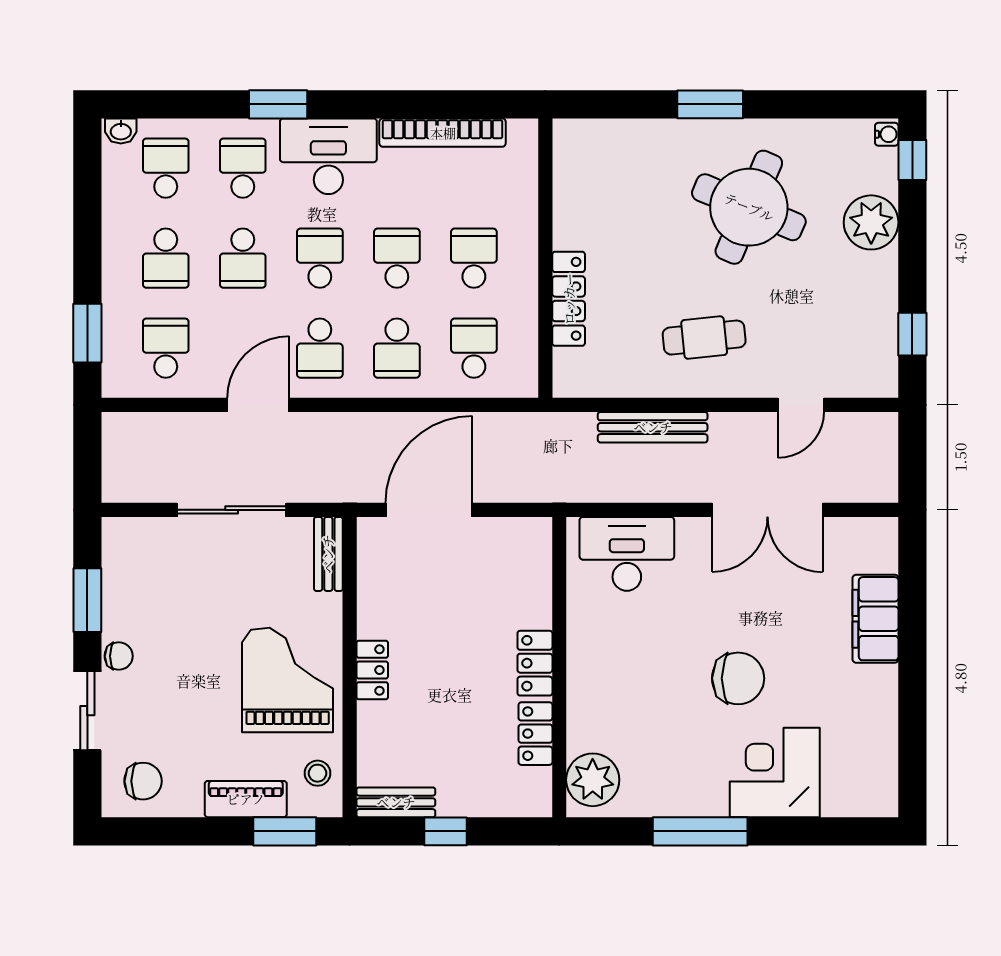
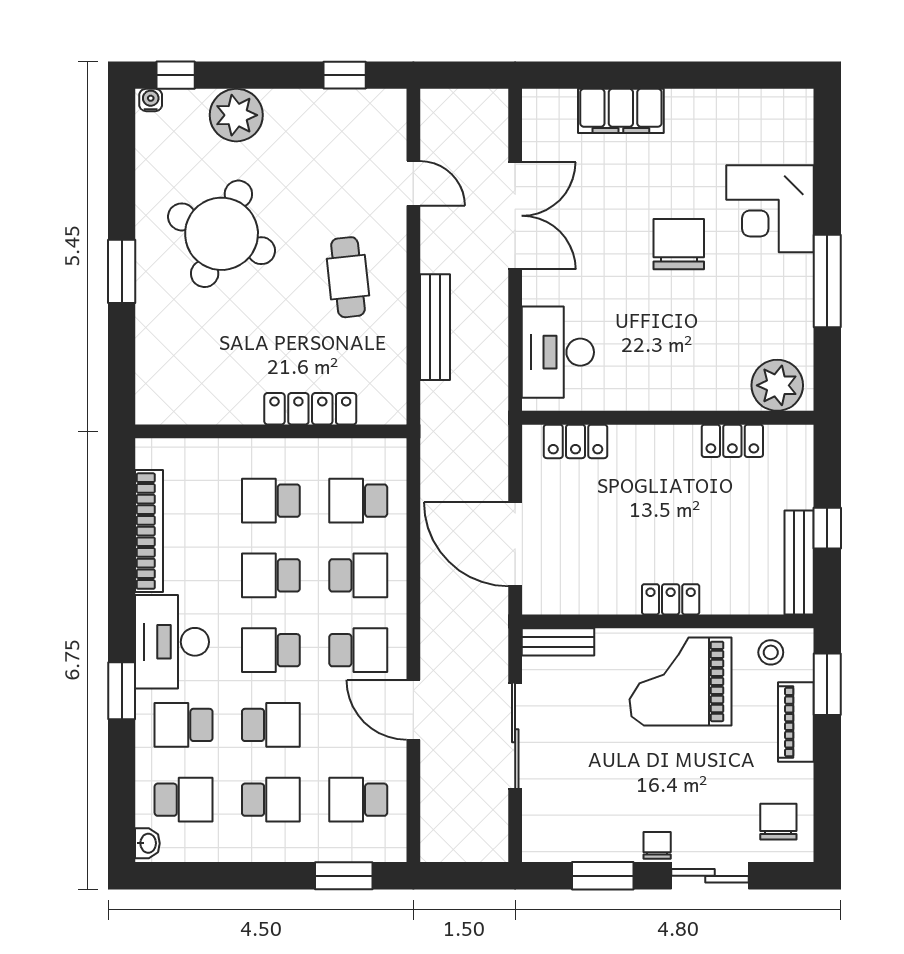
school desk: (166, 168) -> (184, 800), turned 180
locker: (535, 663) -> (575, 441), moved
bench: (396, 802) -> (799, 562), width x1.36

